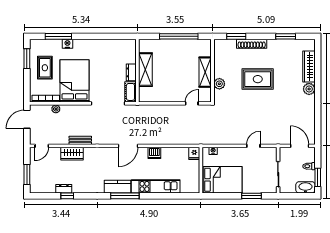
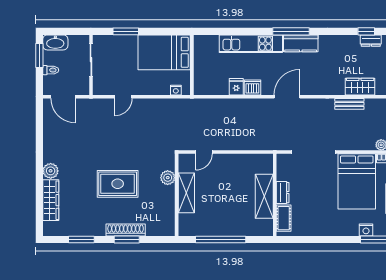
window: (236, 36) -> (127, 239), moved
cot: (130, 92) -> (284, 218), moved
fridge: (194, 153) -> (236, 87), moved

